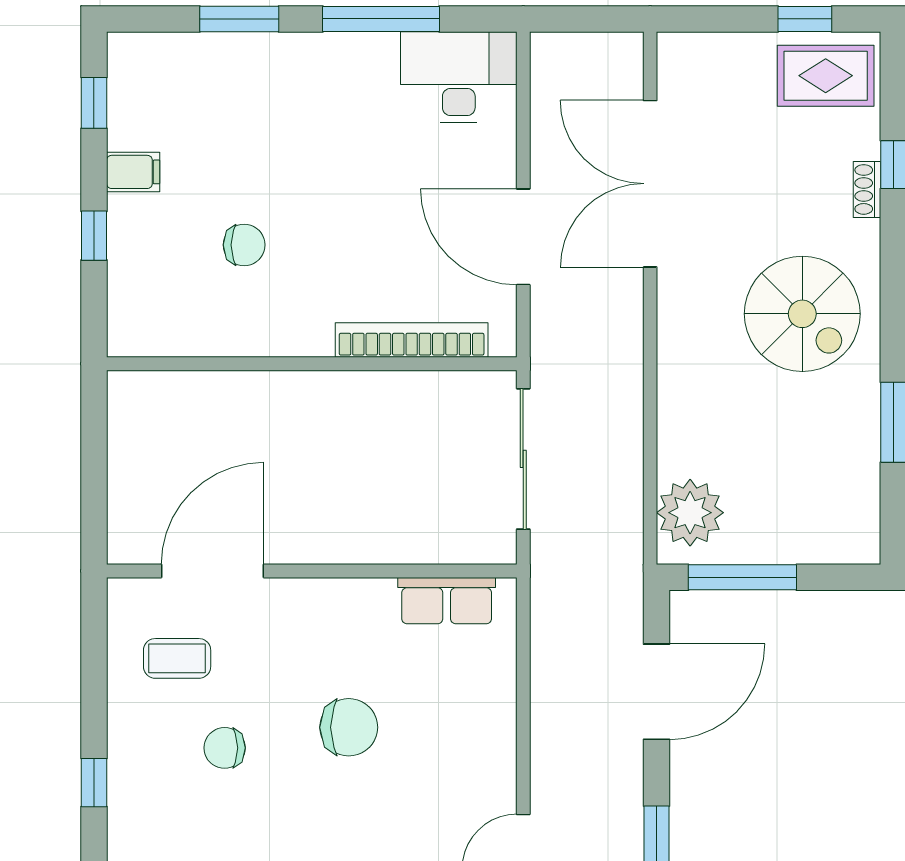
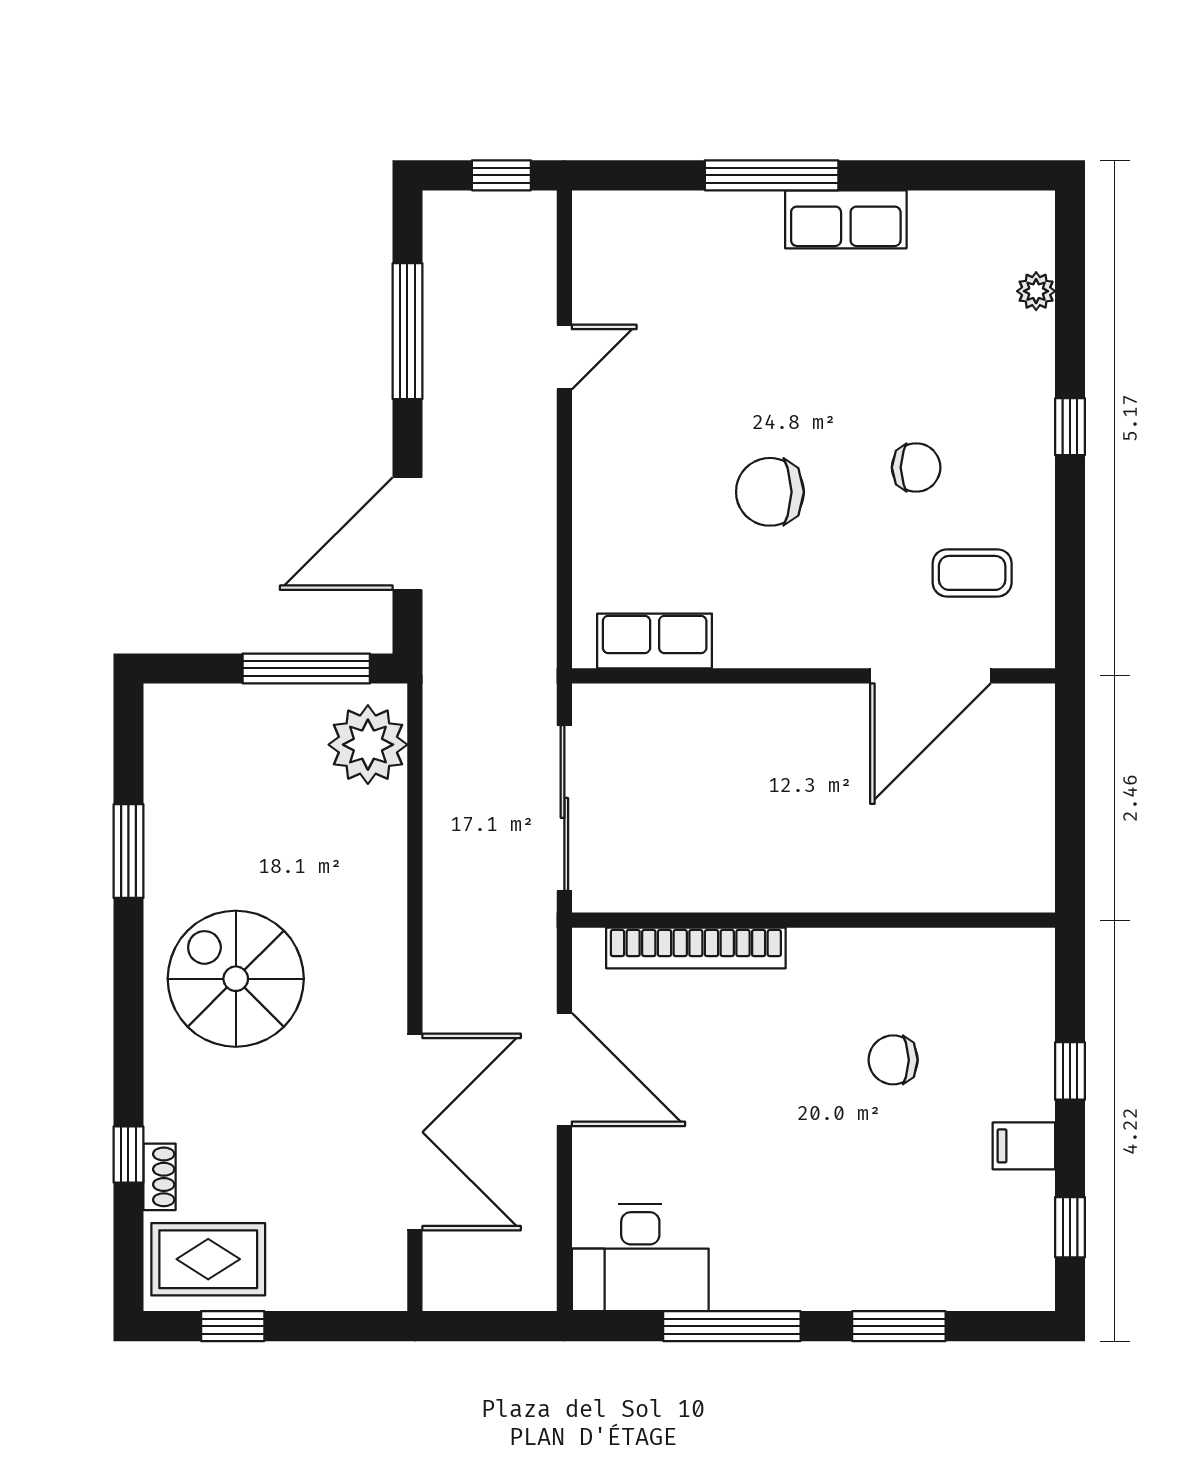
shoe rack: (867, 189) -> (160, 1177), moved

